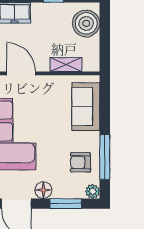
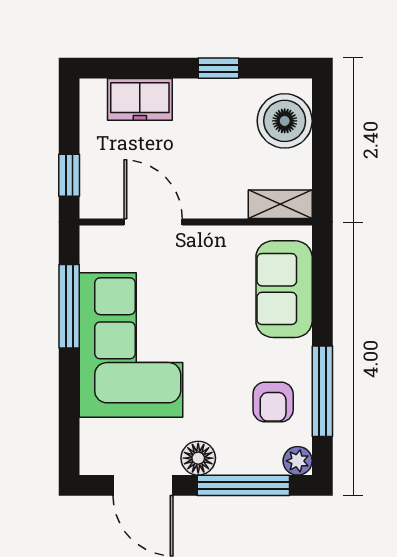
shelving: (66, 65) -> (280, 204), moved
armchair: (80, 162) -> (273, 402), turned -90
window: (66, 204) -> (243, 485), width x1.44

